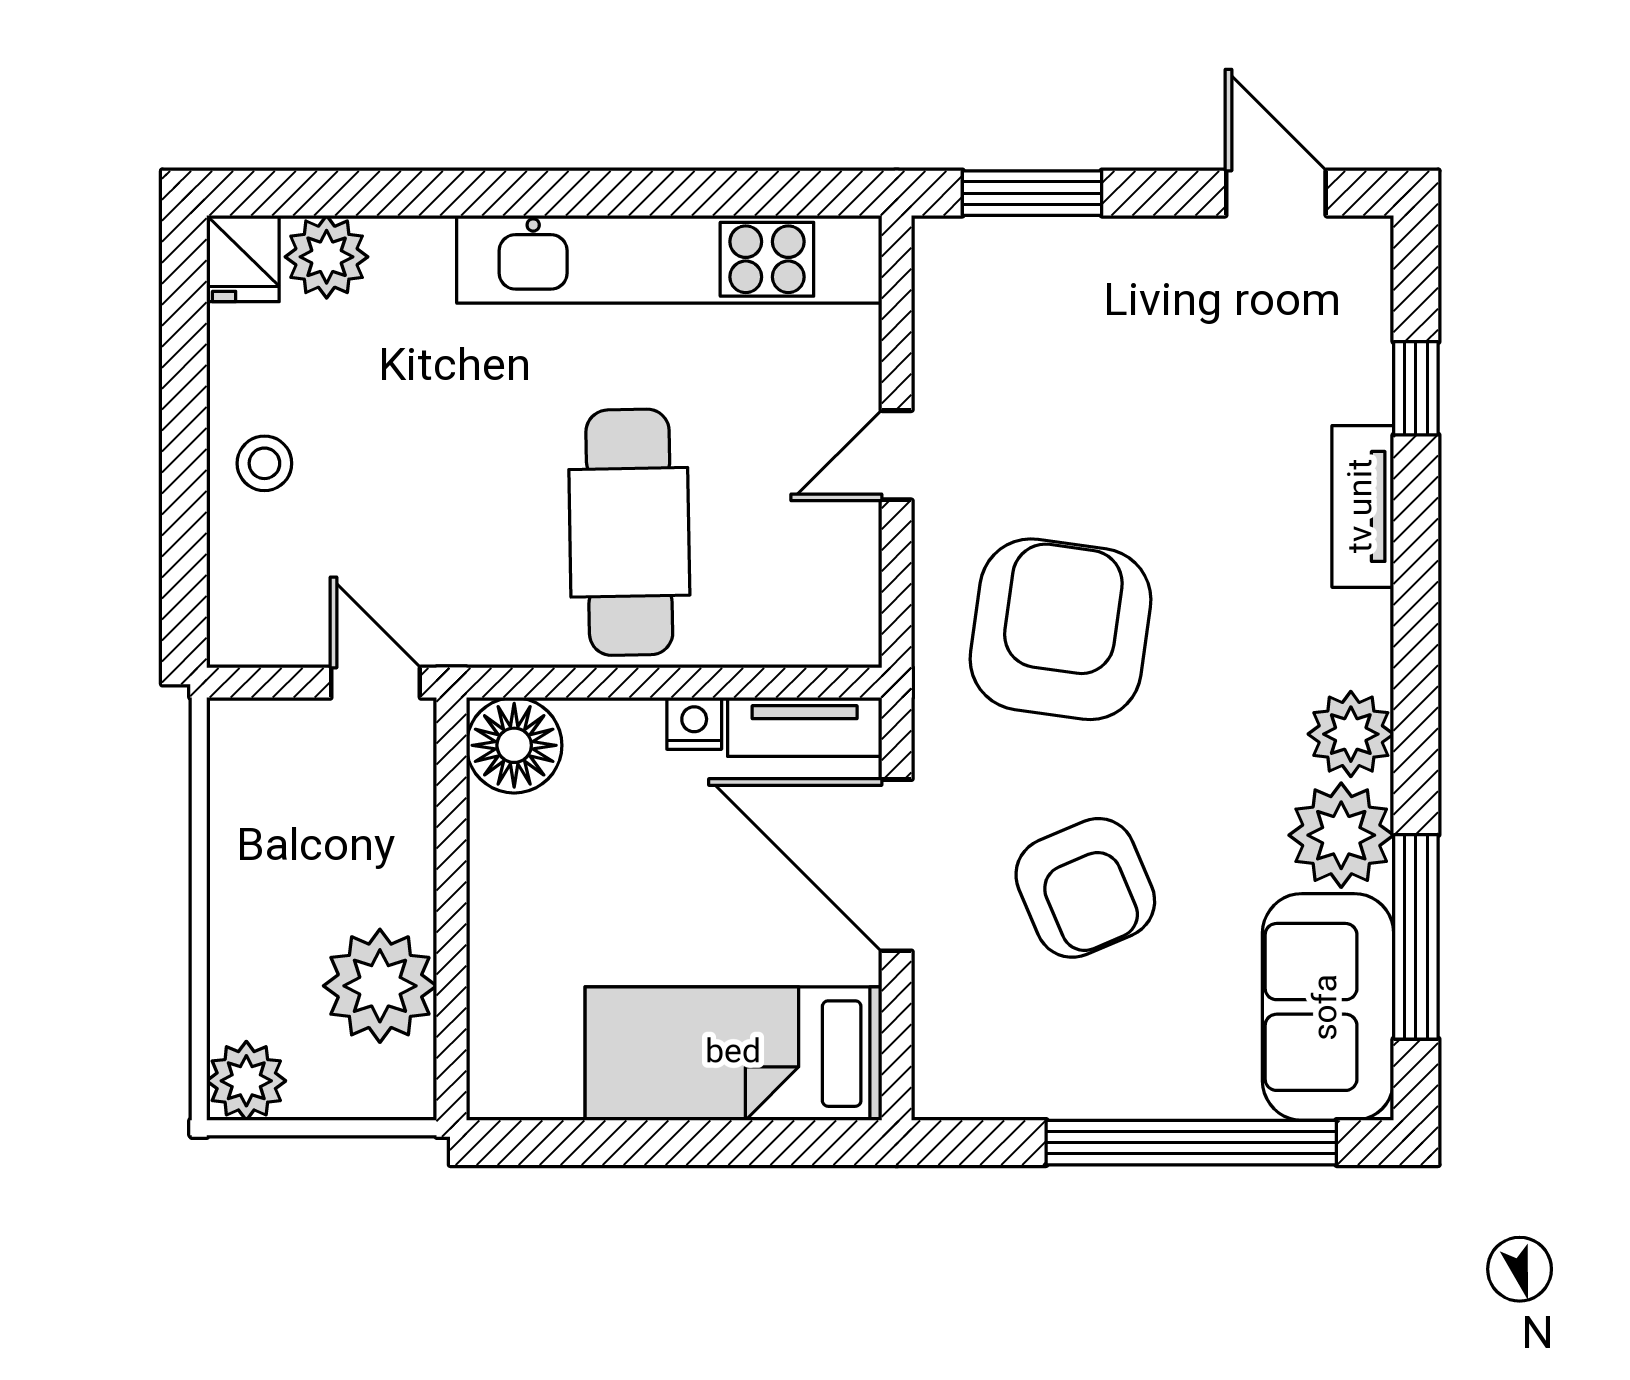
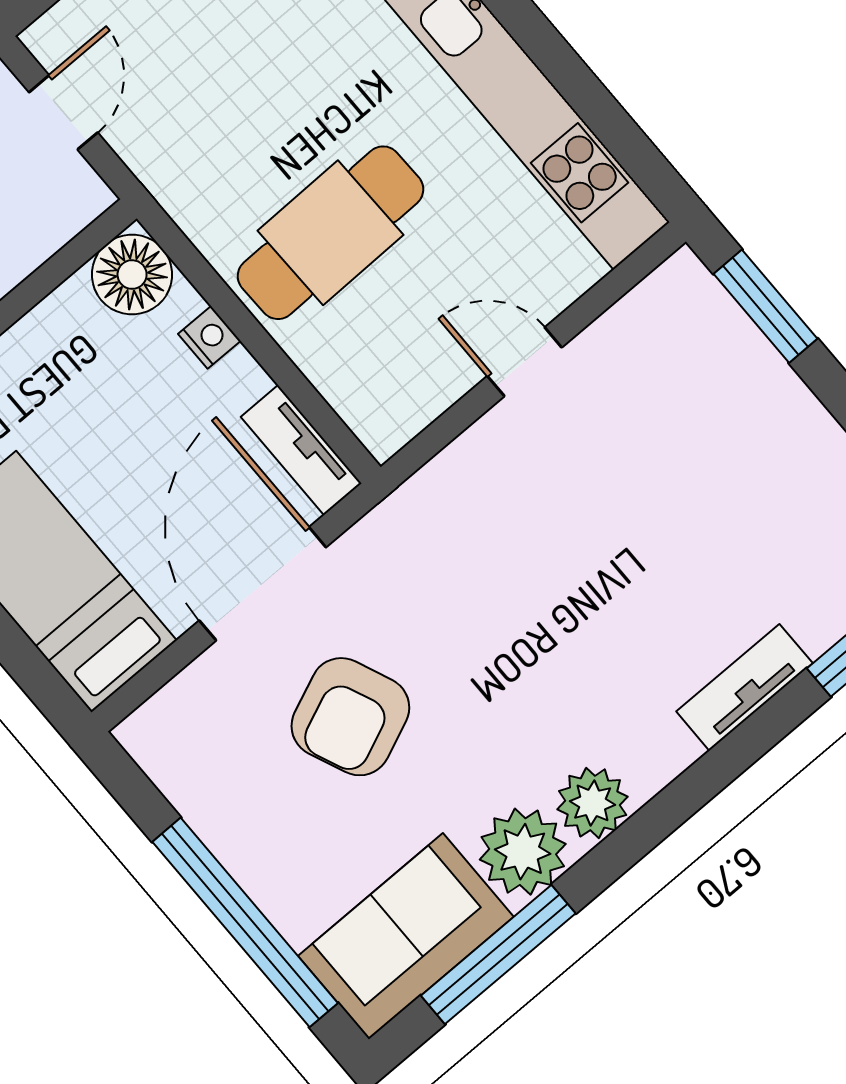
armchair: (1060, 629) -> (502, 561), removed
door: (376, 683) -> (63, 112), moved
nightstand: (694, 723) -> (209, 337), moved

